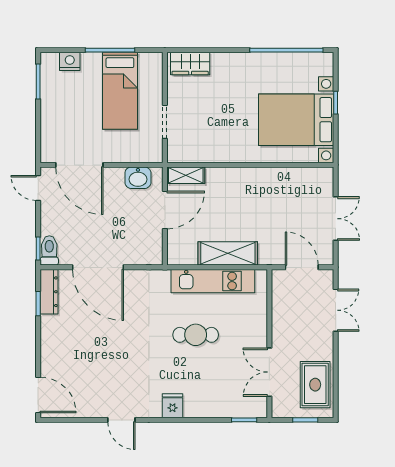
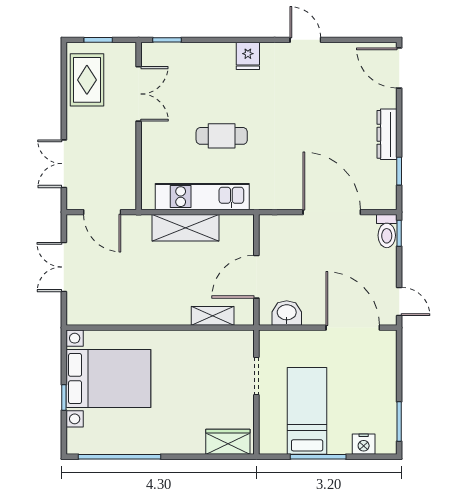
shelving: (186, 175) -> (213, 316), moved
dresser: (49, 292) -> (387, 134), moved

